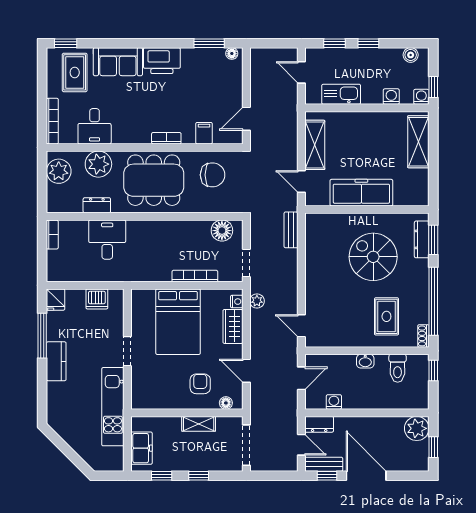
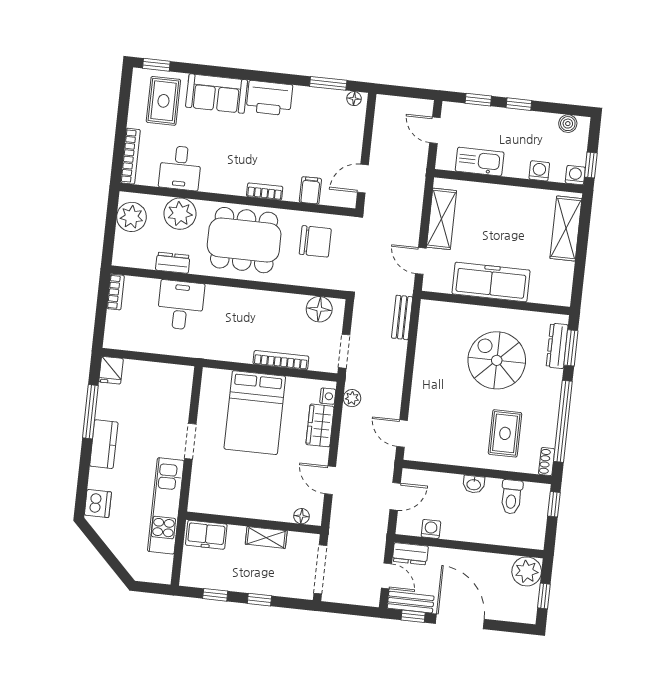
dishwasher: (97, 299) -> (98, 503), moved, turned -90
armchair: (200, 384) -> (273, 490), removed
freezer: (141, 448) -> (206, 535), moved, turned 90

